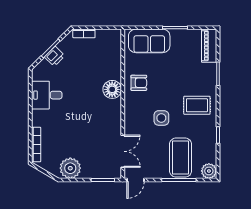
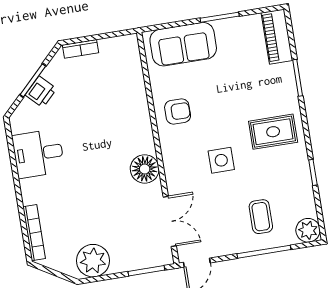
floor lamp: (112, 89) -> (145, 169), moved
coffee table: (181, 158) -> (261, 217), width x0.54, depth x0.58

